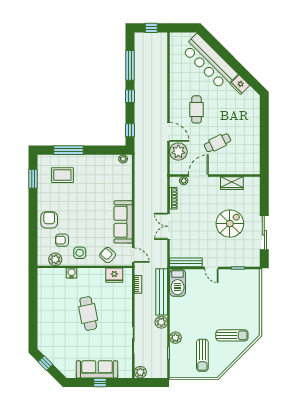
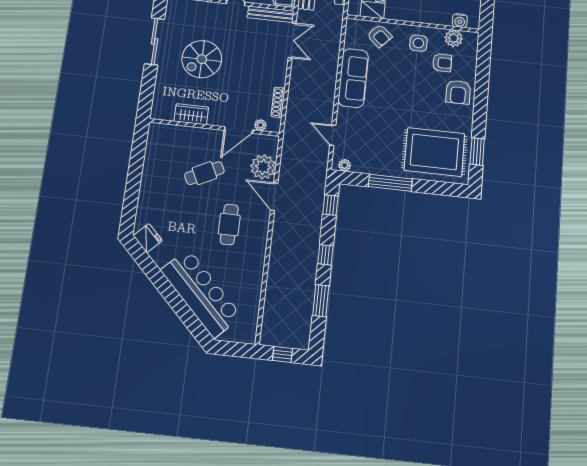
window: (130, 65) -> (321, 301), width x0.69
fridge: (240, 85) -> (148, 238), moved
window: (68, 150) -> (390, 183), moved
rug: (62, 175) -> (434, 152), width x1.86, depth x2.06
double door: (169, 226) -> (292, 40), moved
door: (133, 255) -> (333, 135), moved
water cooler: (72, 273) -> (460, 21), moved

